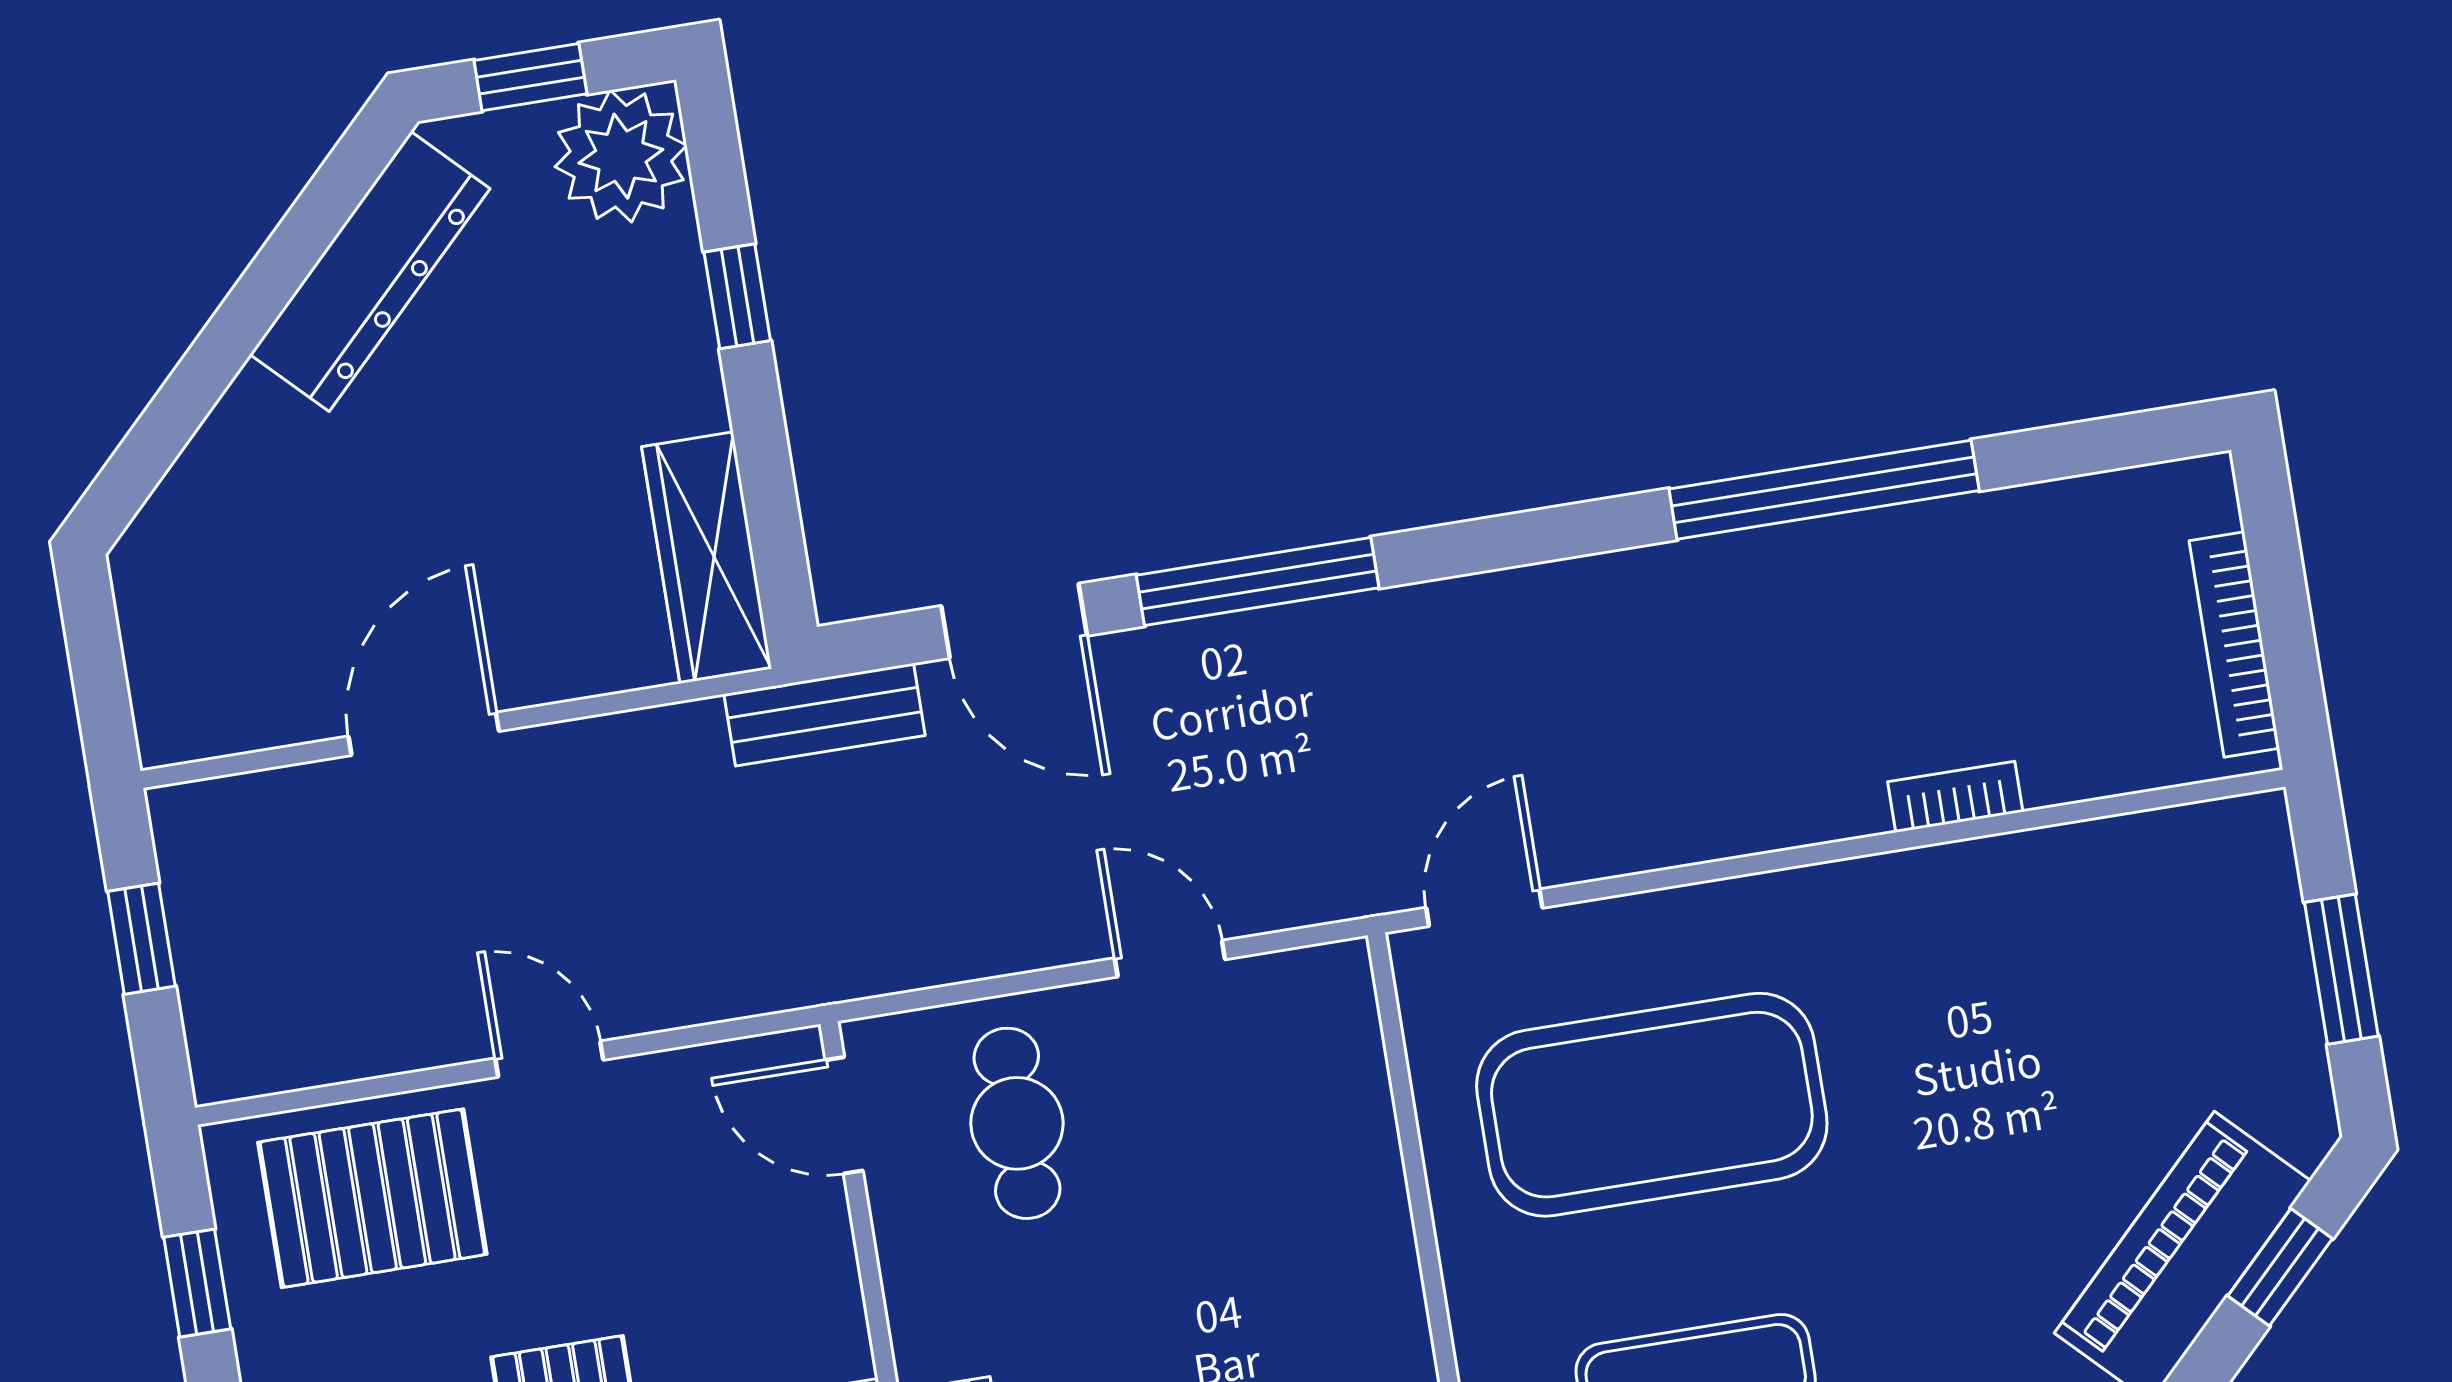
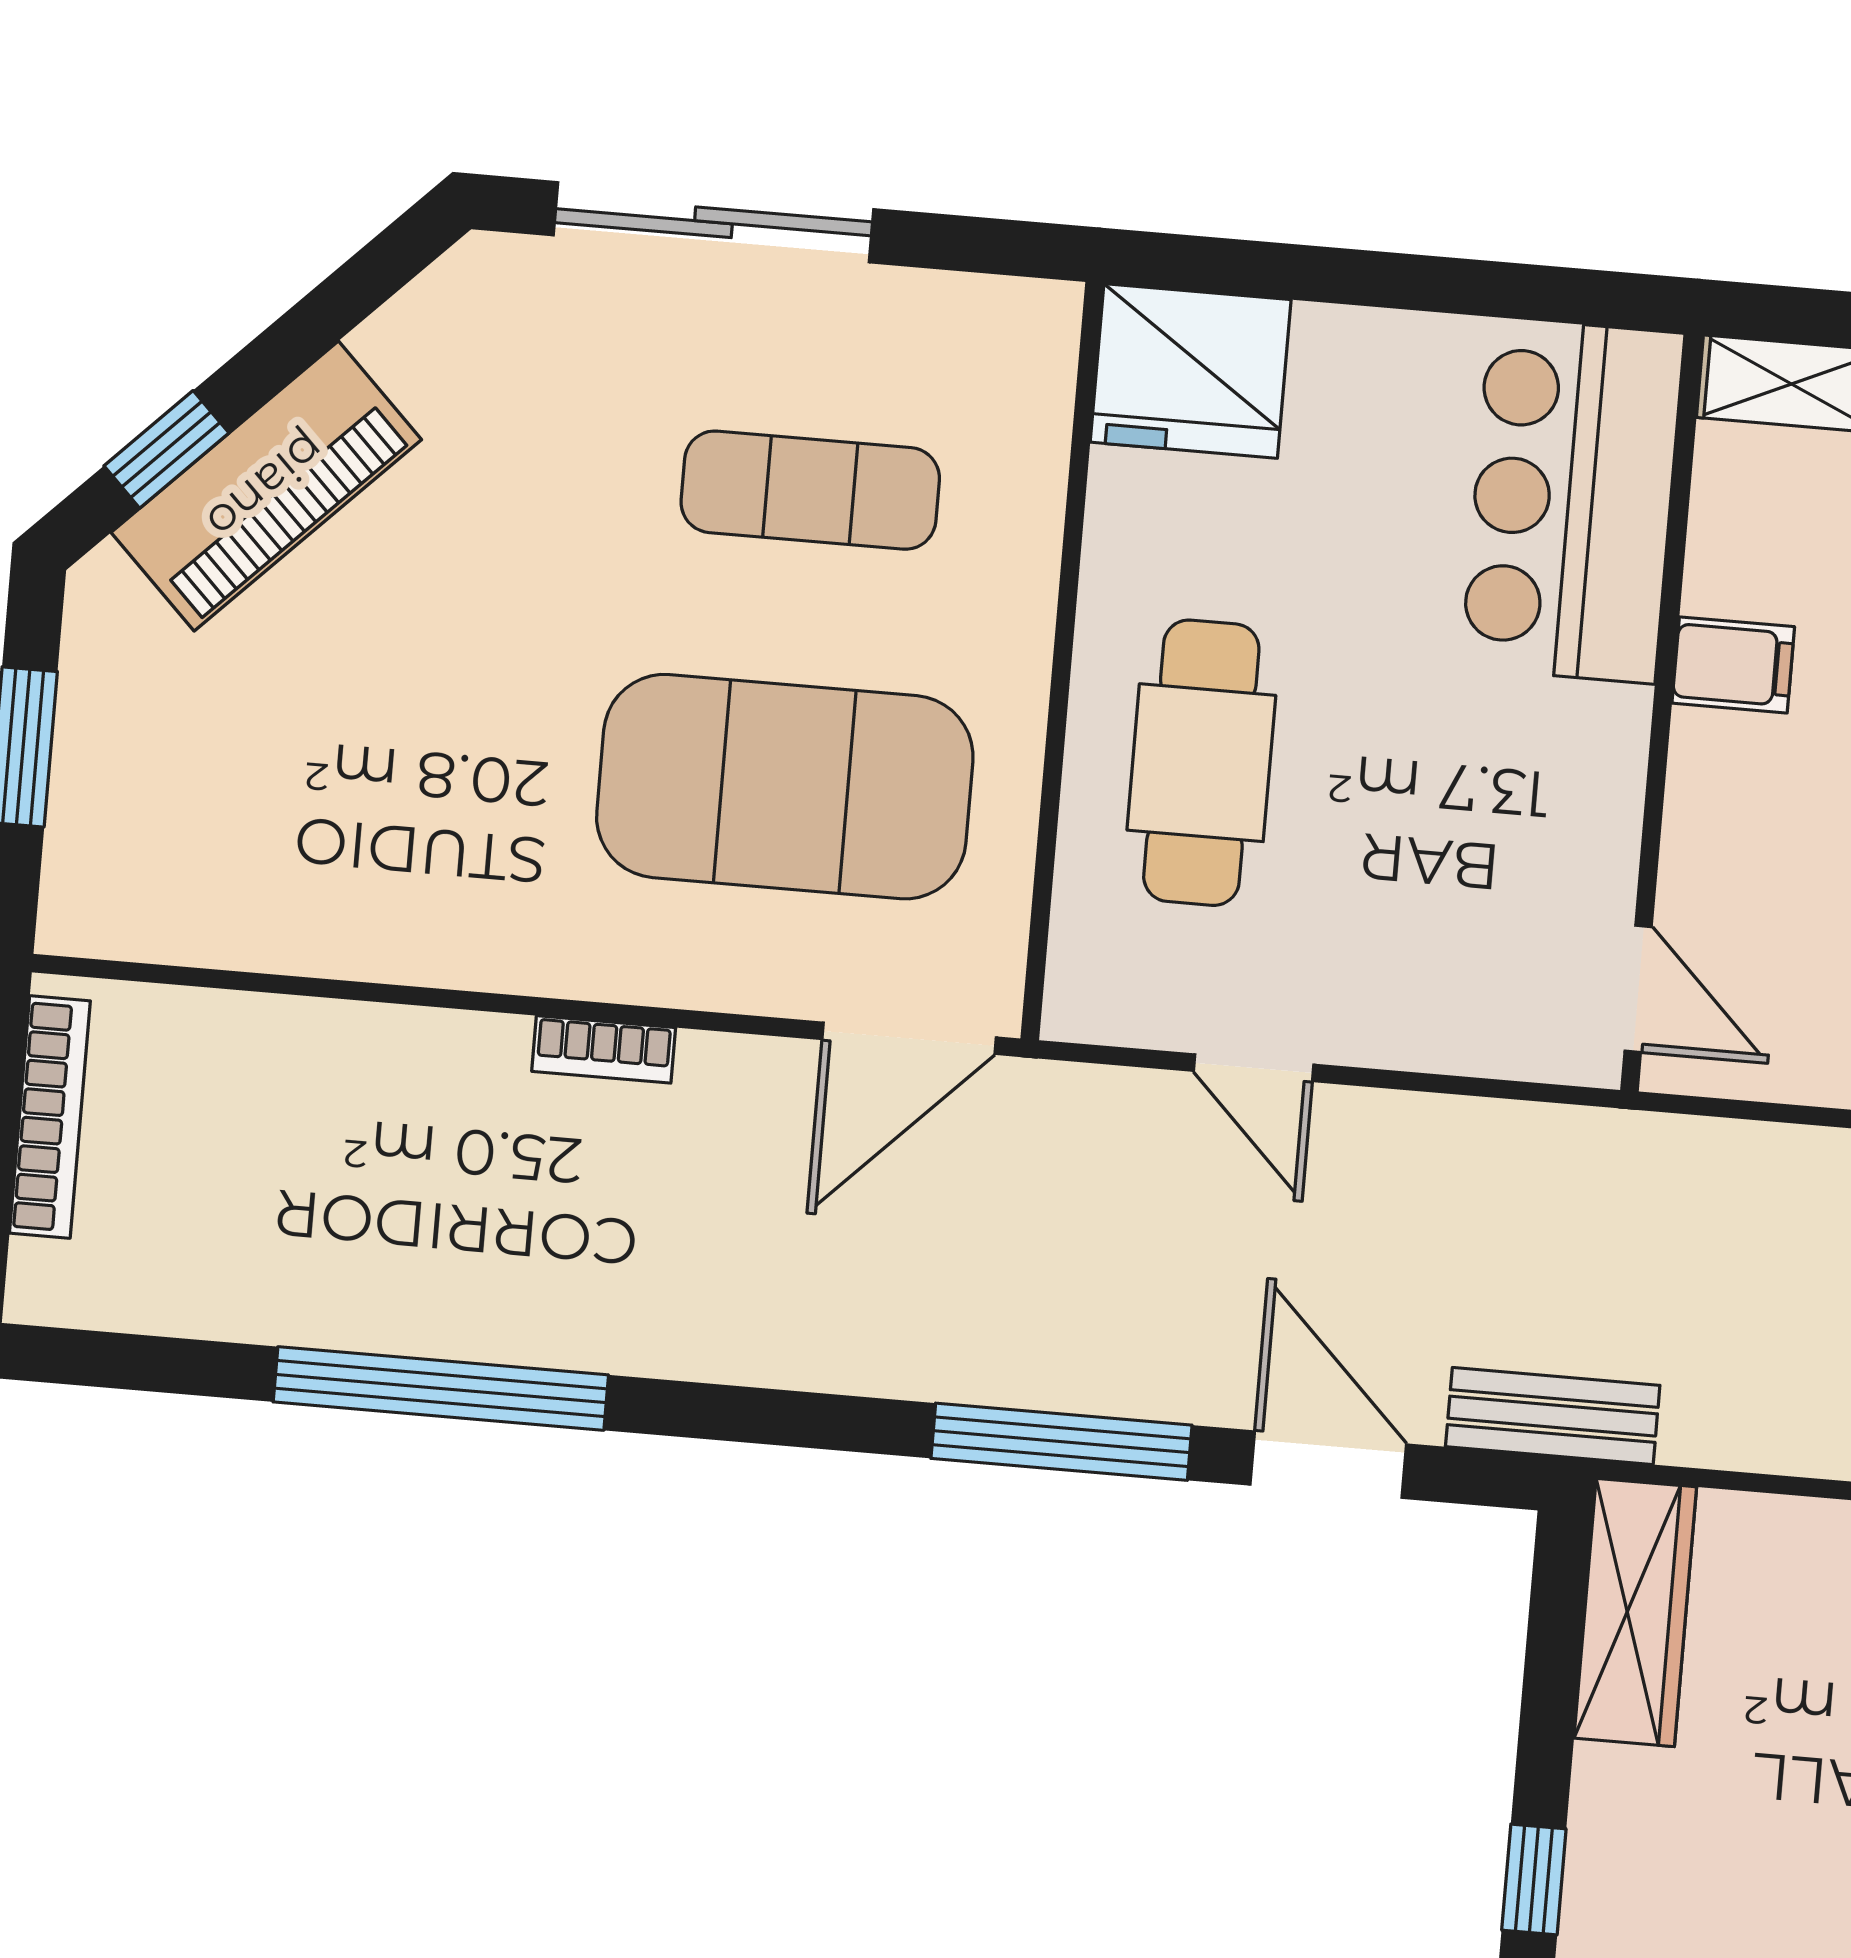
bookcase: (1955, 797) -> (604, 1049), moved
door: (1484, 908) -> (909, 1038), width x1.38
cafe table: (1017, 1123) -> (1201, 763), moved, width x1.37, depth x1.35

